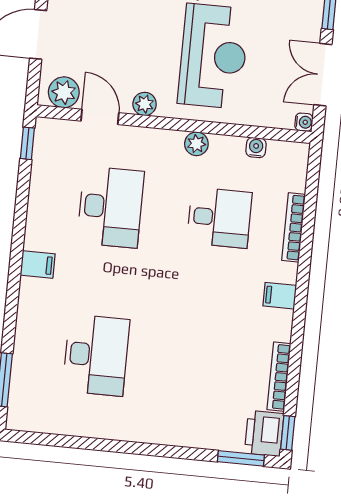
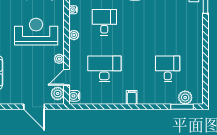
water cooler: (55, 131) -> (74, 96), added
window: (27, 143) -> (81, 107), removed
desk: (96, 355) -> (168, 69), width x0.73
plant: (25, 389) -> (185, 98), added

